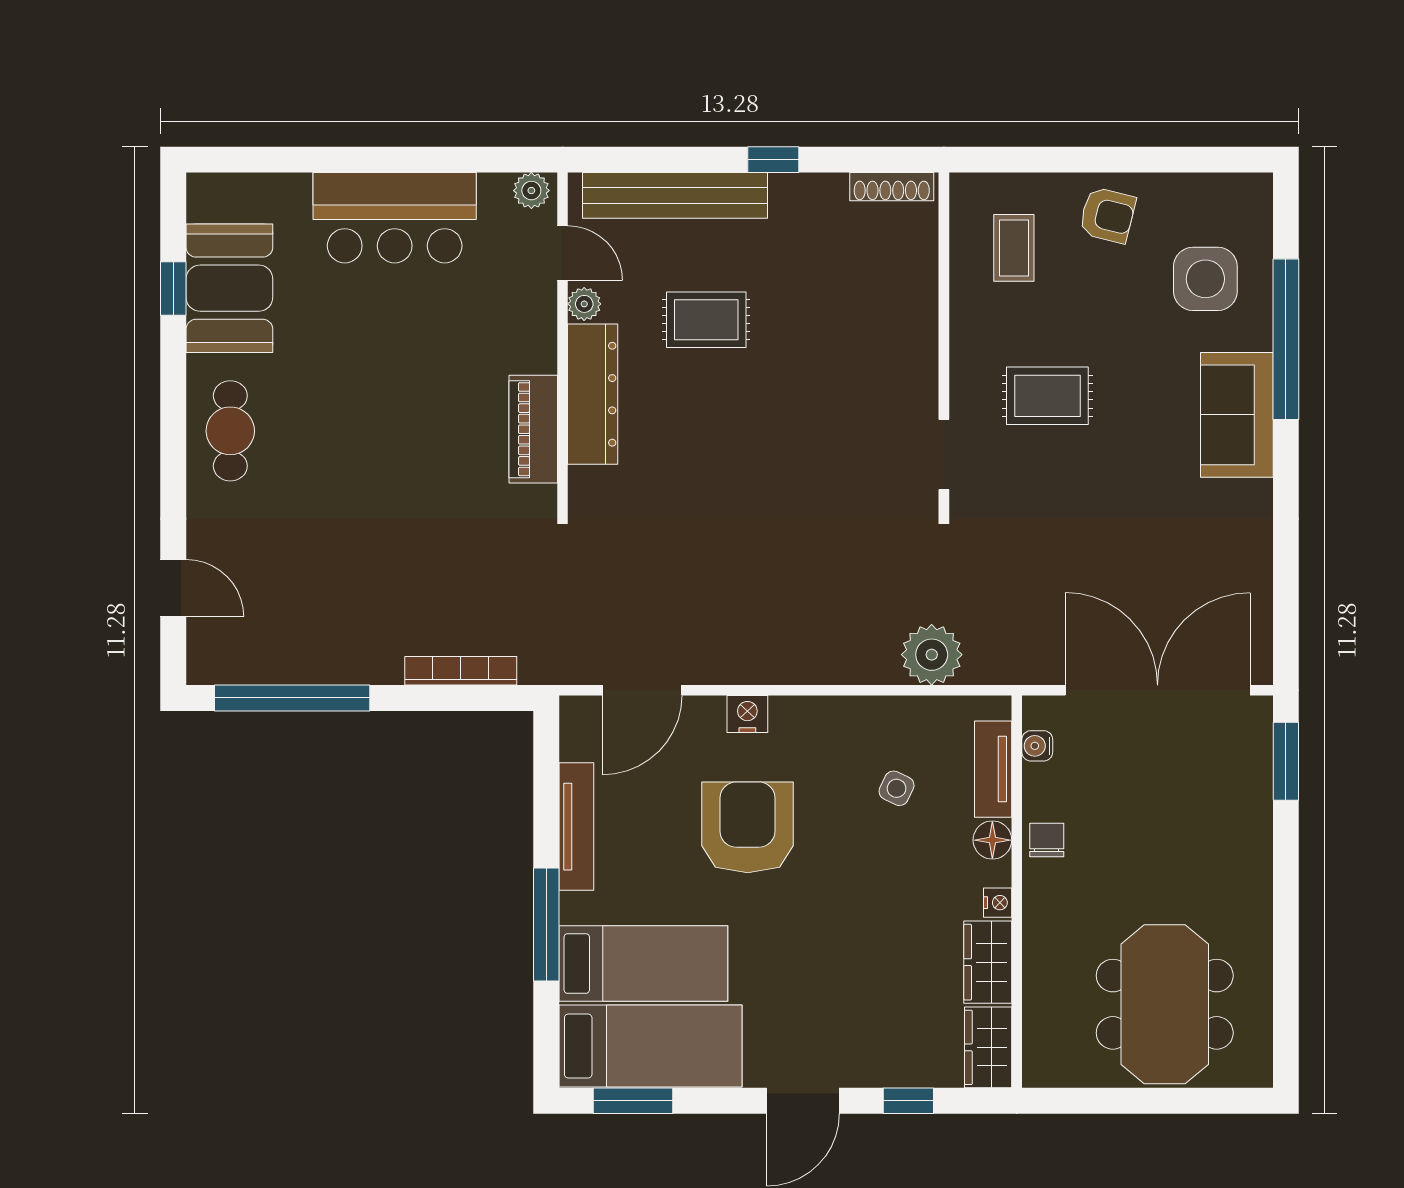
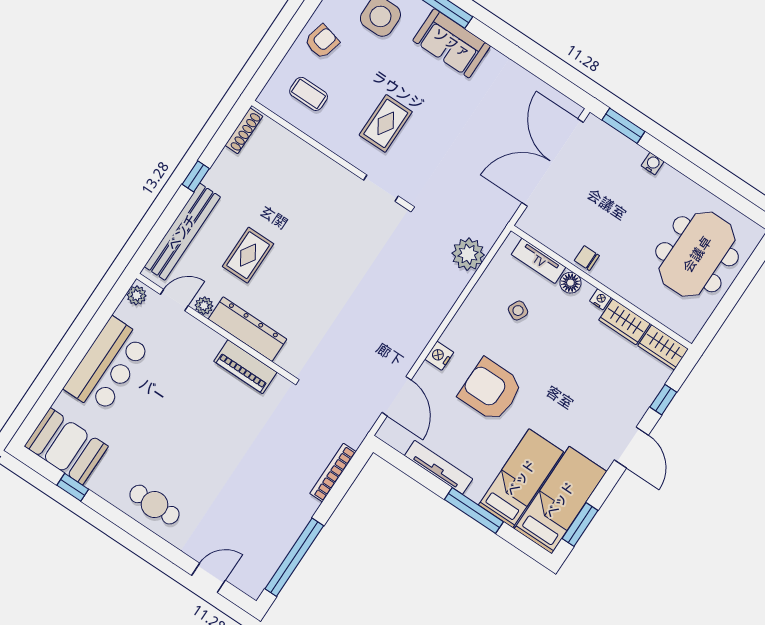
booth: (229, 288) -> (66, 446), moved
water cooler: (1037, 746) -> (653, 164), moved, turned 180
meeting table: (1165, 1004) -> (697, 254), turned 90

